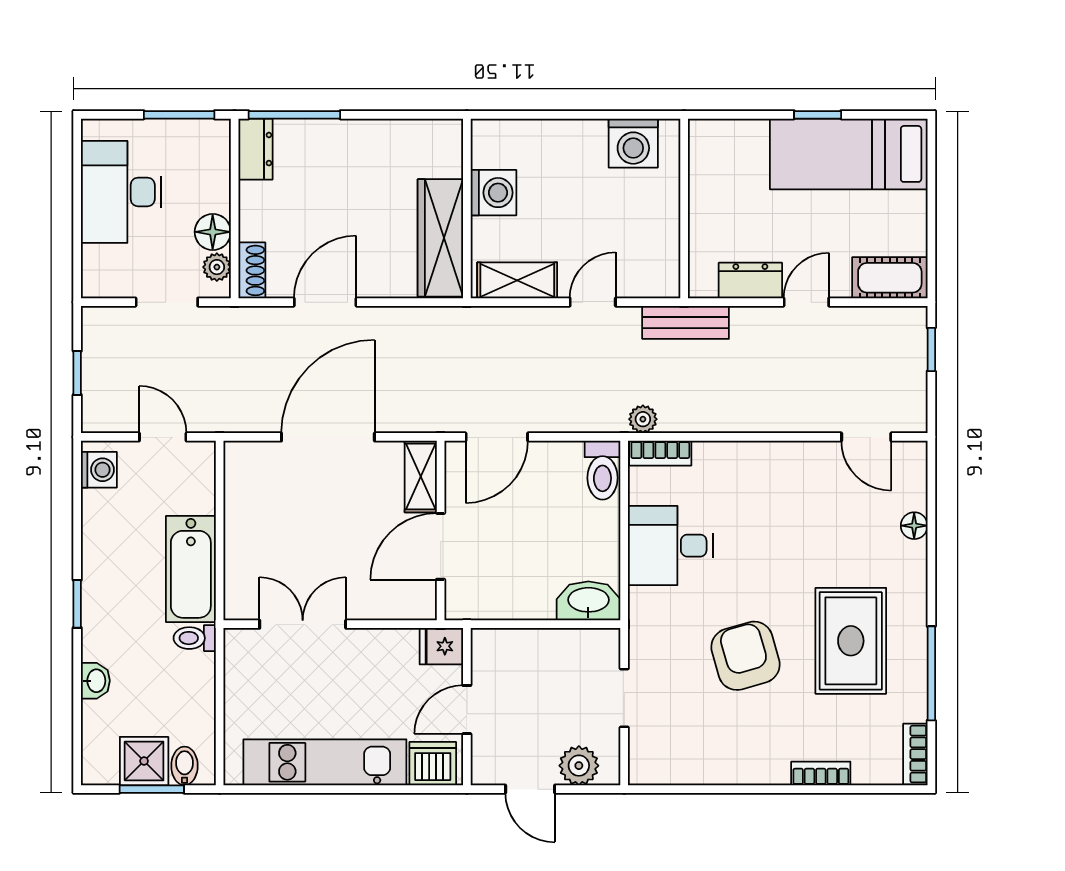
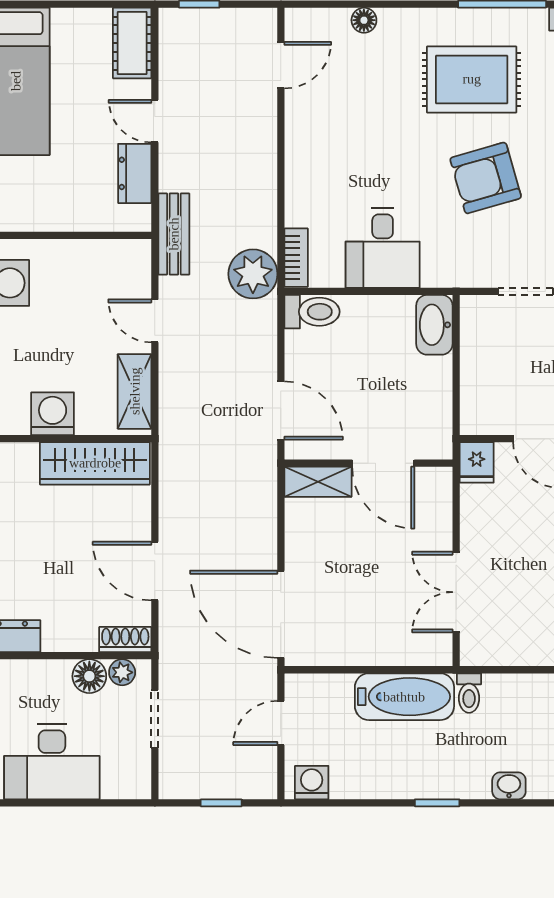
plant: (643, 419) -> (253, 274), width x1.88, depth x1.88
door: (328, 437) -> (281, 614), moved

